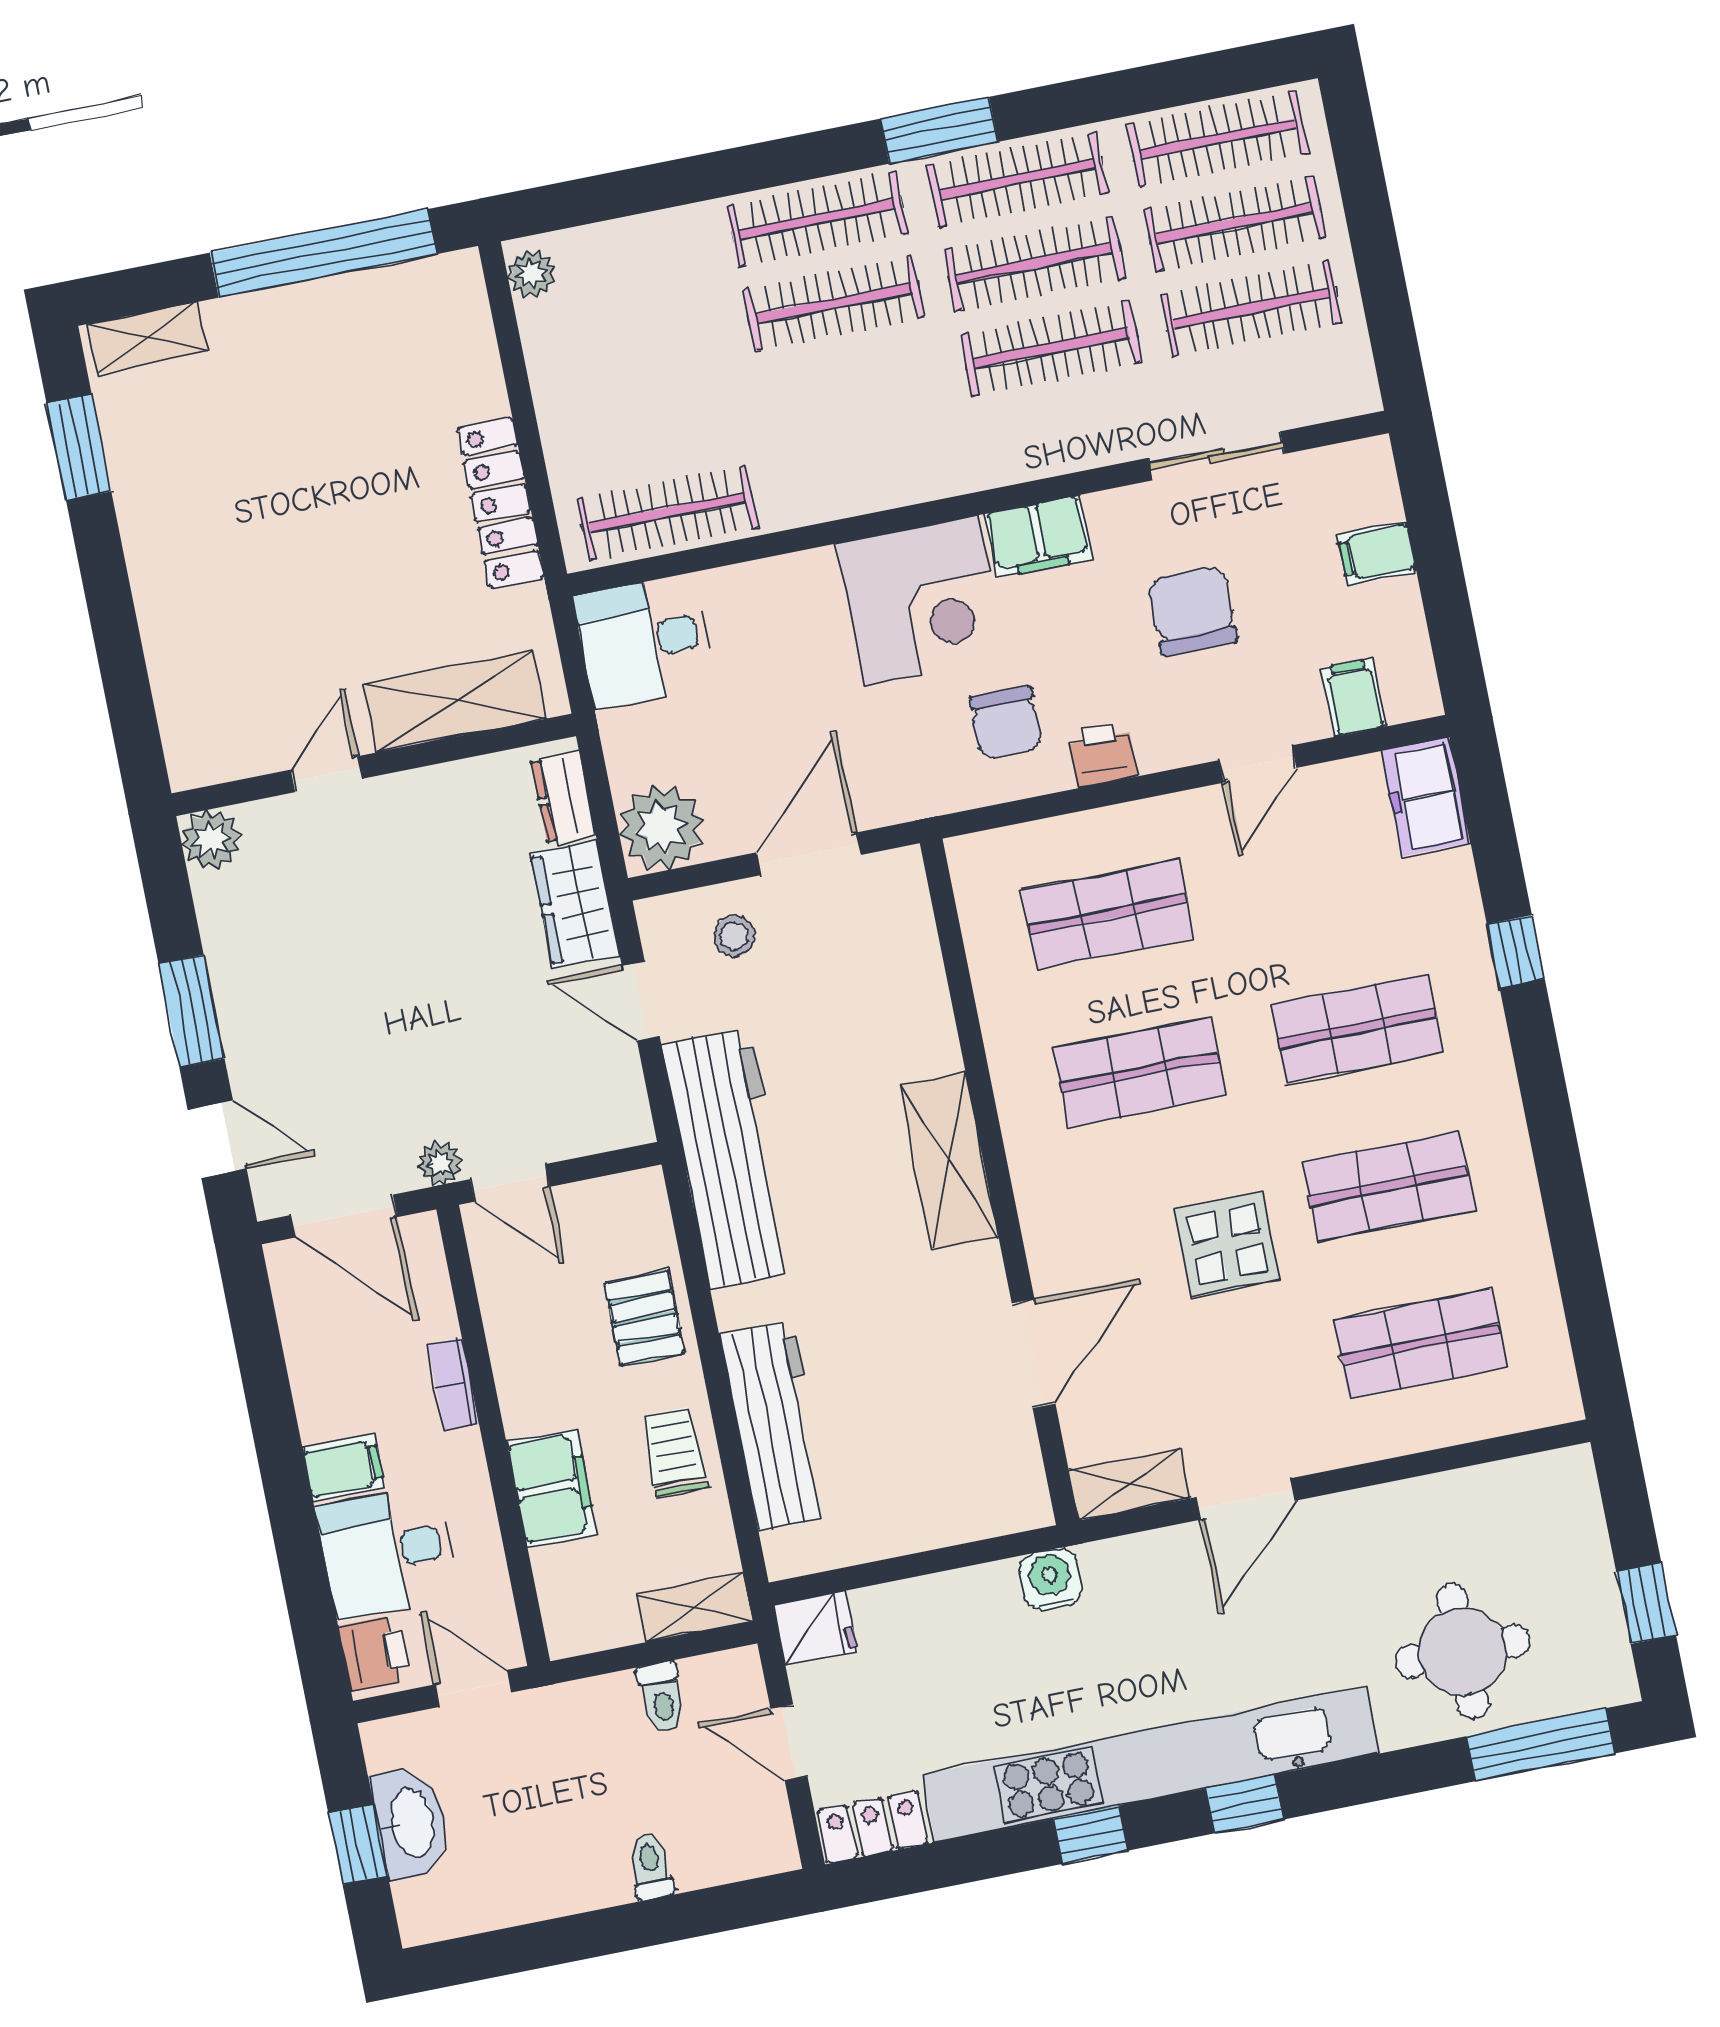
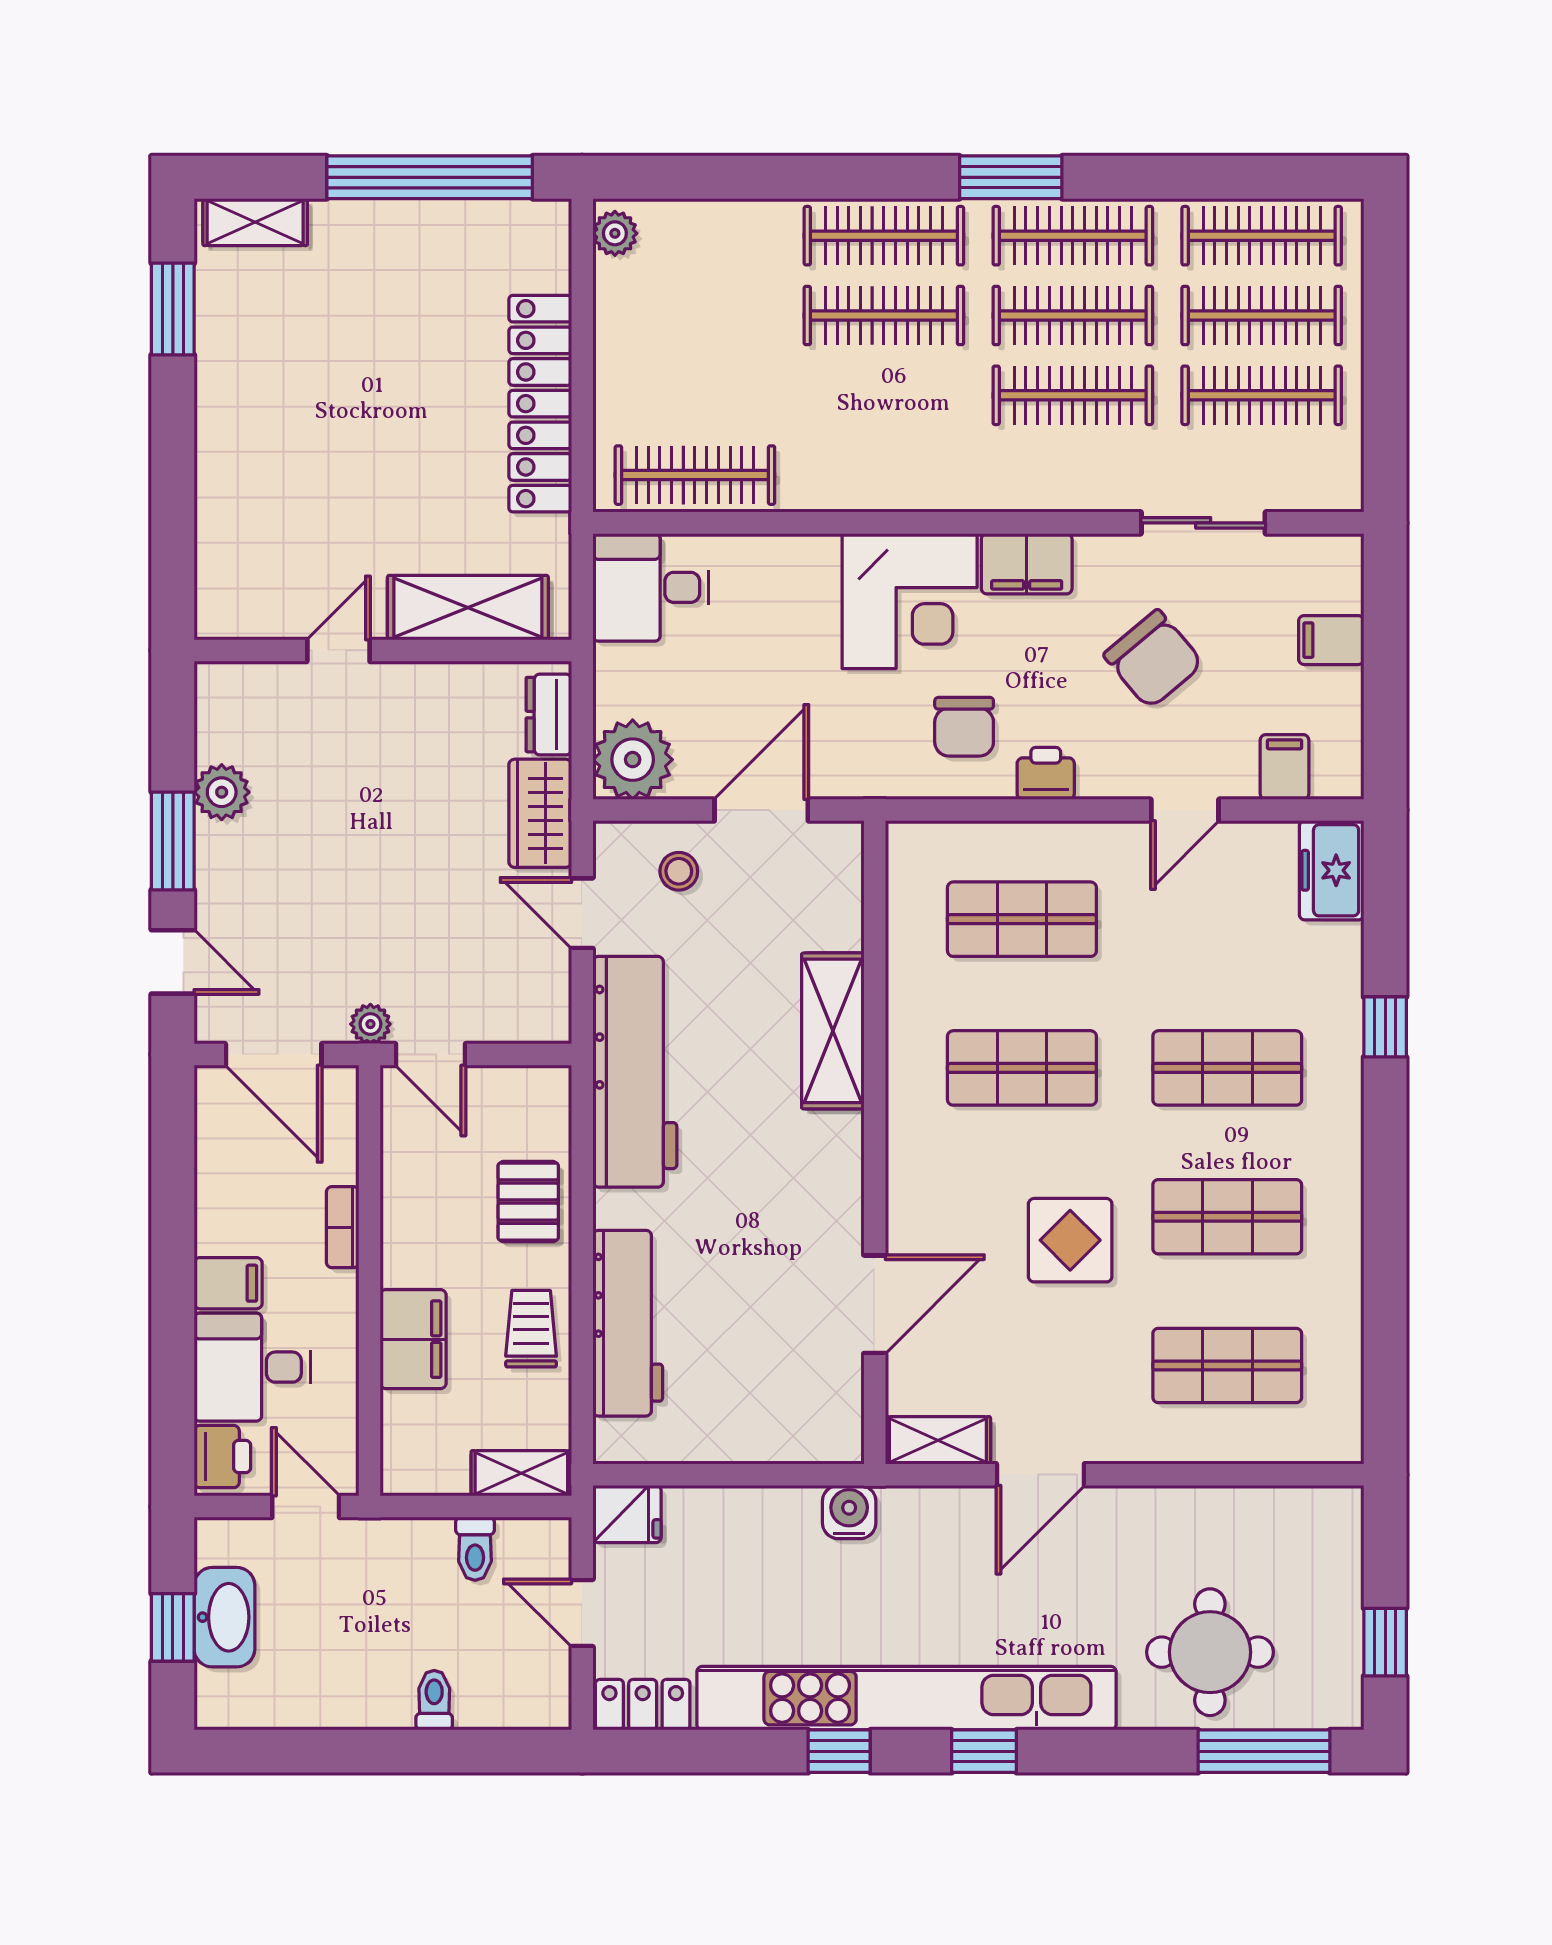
locker: (501, 503) -> (540, 404), width x1.41, depth x1.21
chair: (1192, 611) -> (1153, 659), turned 140
plant: (211, 839) -> (222, 792), moved
shelving: (949, 1161) -> (833, 1031), moved

